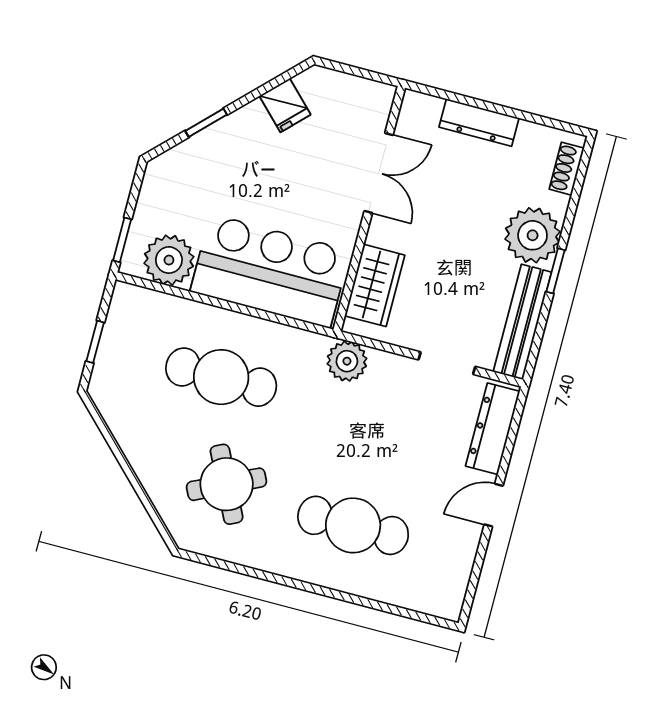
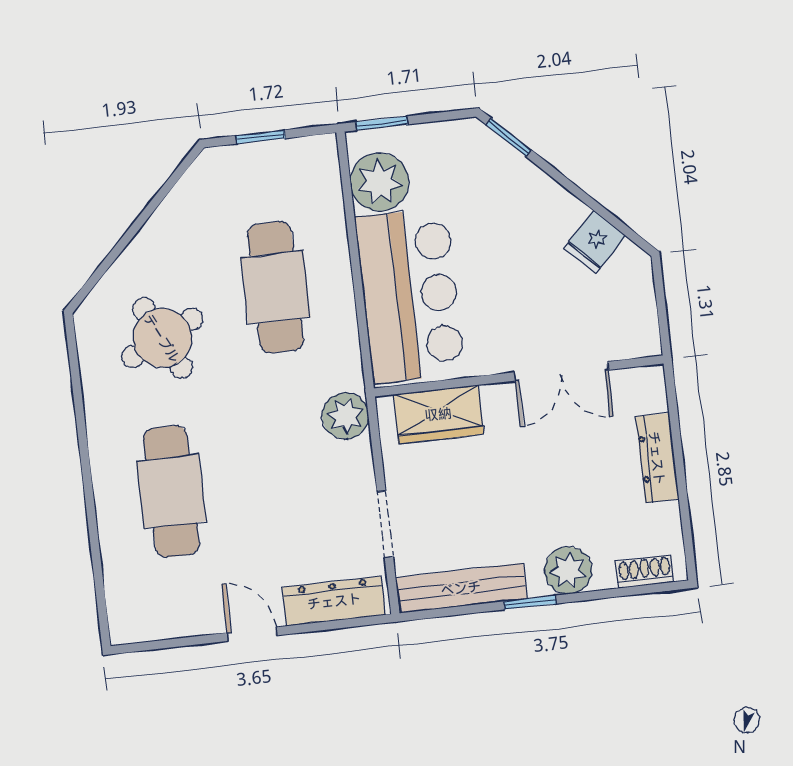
window: (206, 123) -> (509, 137), moved
plant: (533, 235) -> (568, 570), width x0.73, depth x0.73

